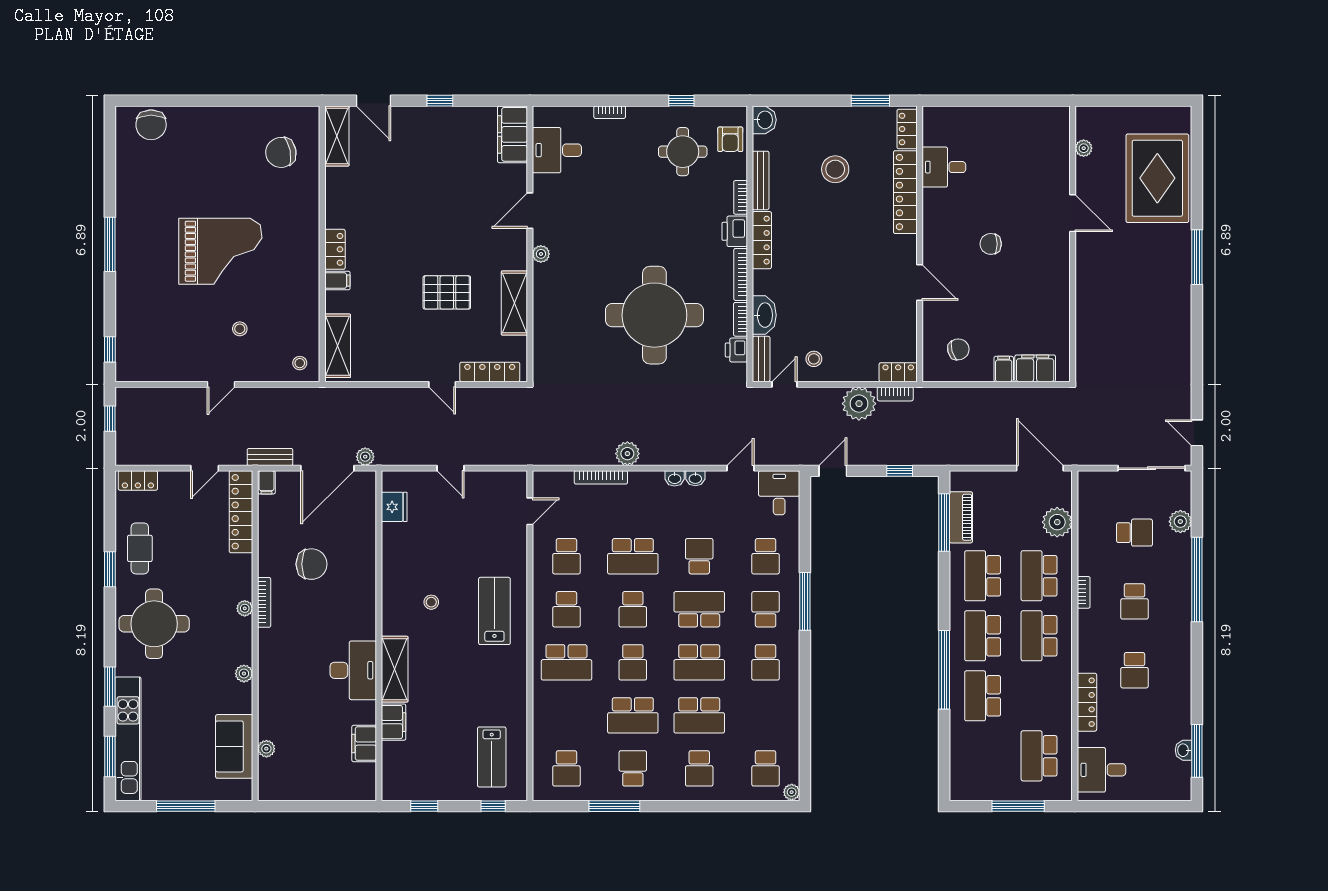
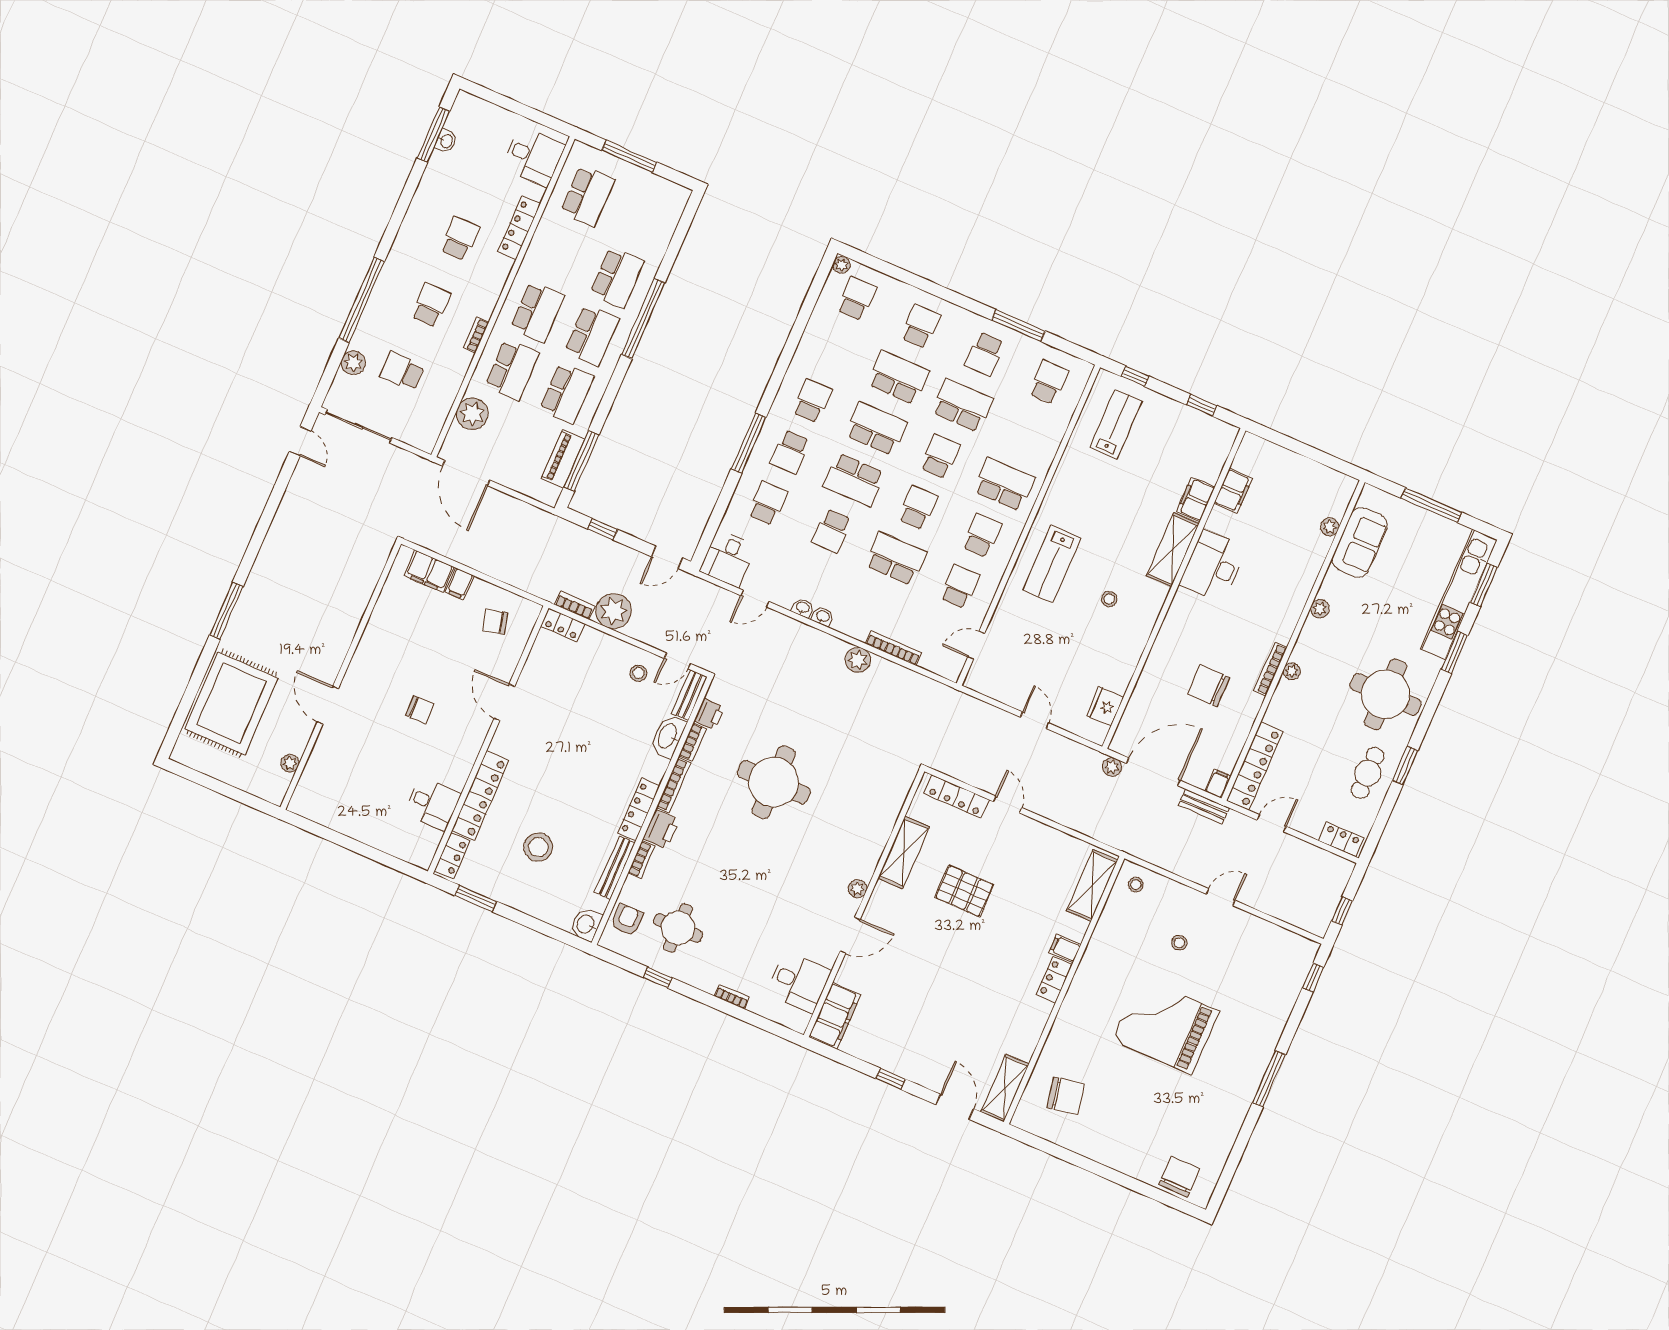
round table: (654, 315) -> (774, 782), width x0.73, depth x0.73

